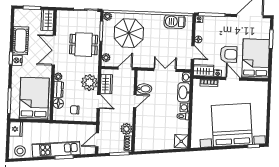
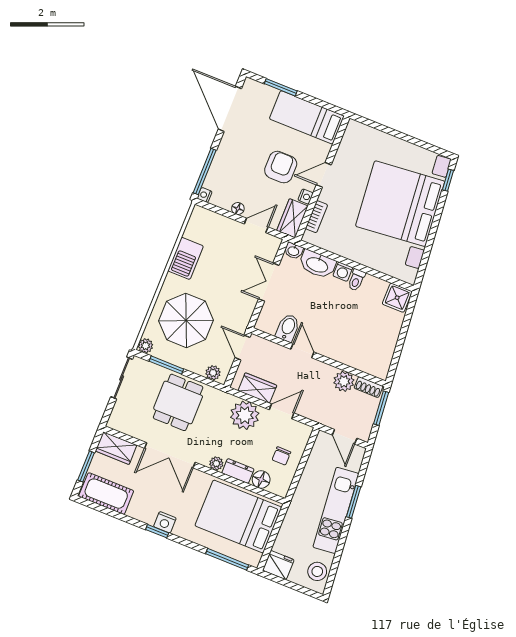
barbecue: (175, 22) -> (186, 258), moved
cot: (21, 41) -> (106, 494), moved
bed: (256, 59) -> (307, 117), width x0.67

